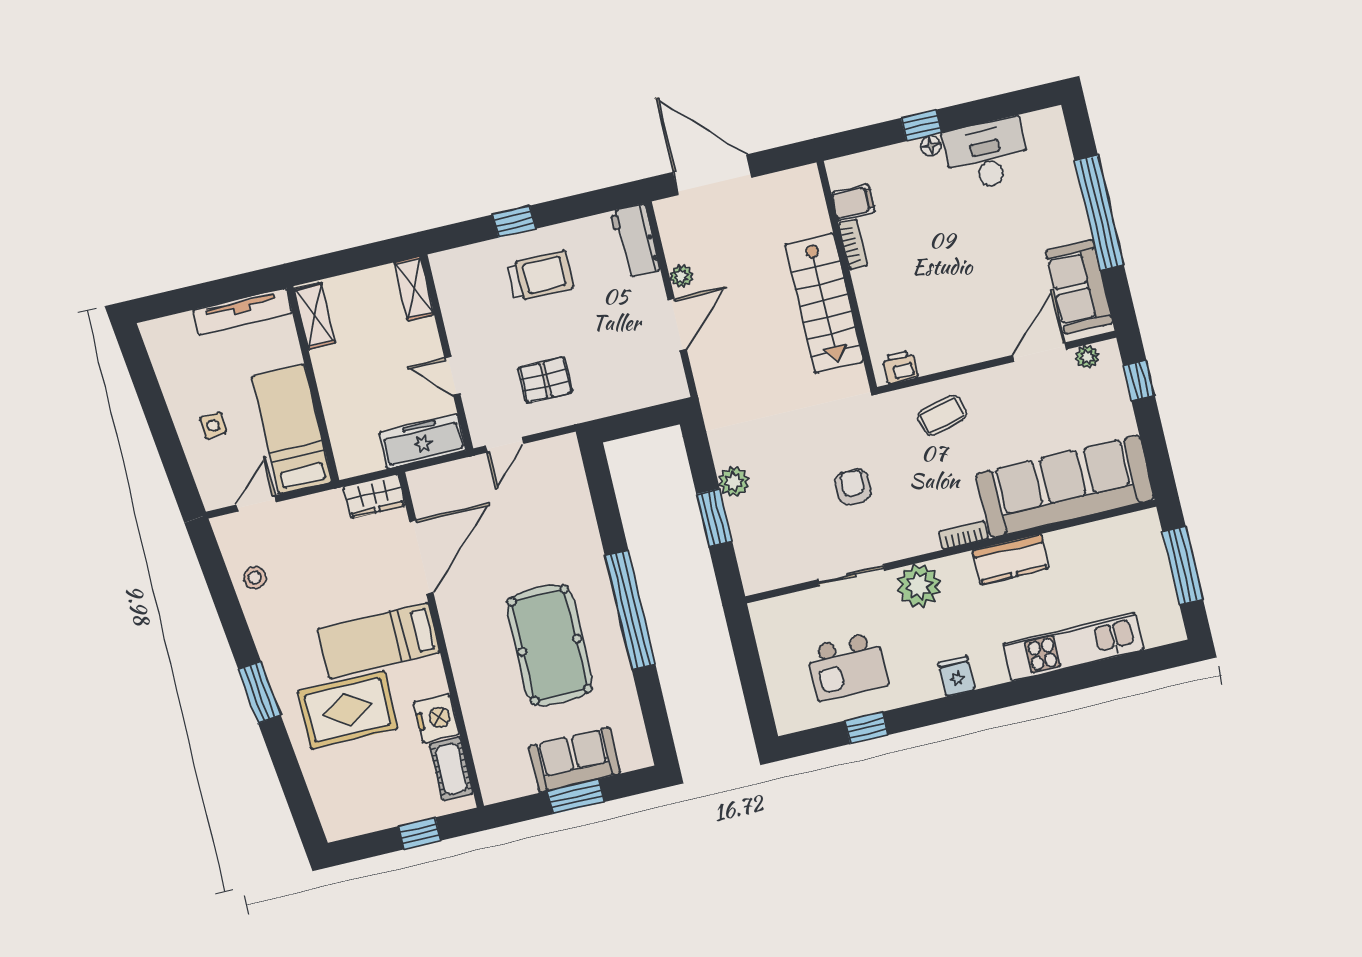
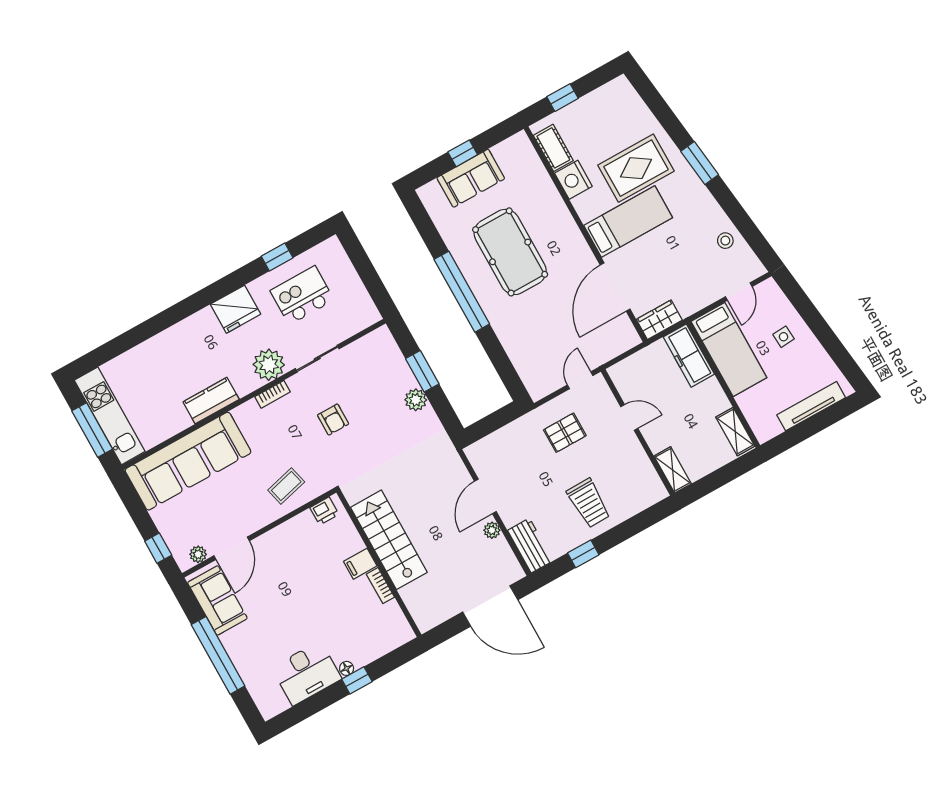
filing cabinet: (853, 203) -> (360, 564), moved
window: (514, 222) -> (583, 554), moved
trolley: (540, 276) -> (589, 503), turned -91
tv unit: (242, 312) -> (811, 406), moved
freezer: (422, 441) -> (689, 356), moved, turned 90
bookcase: (963, 535) -> (273, 394), moved
kitchen unit: (1073, 647) -> (110, 416), moved, turned -90
fridge: (957, 676) -> (235, 309), width x1.88, depth x1.34
window: (576, 797) -> (463, 153), width x0.67

